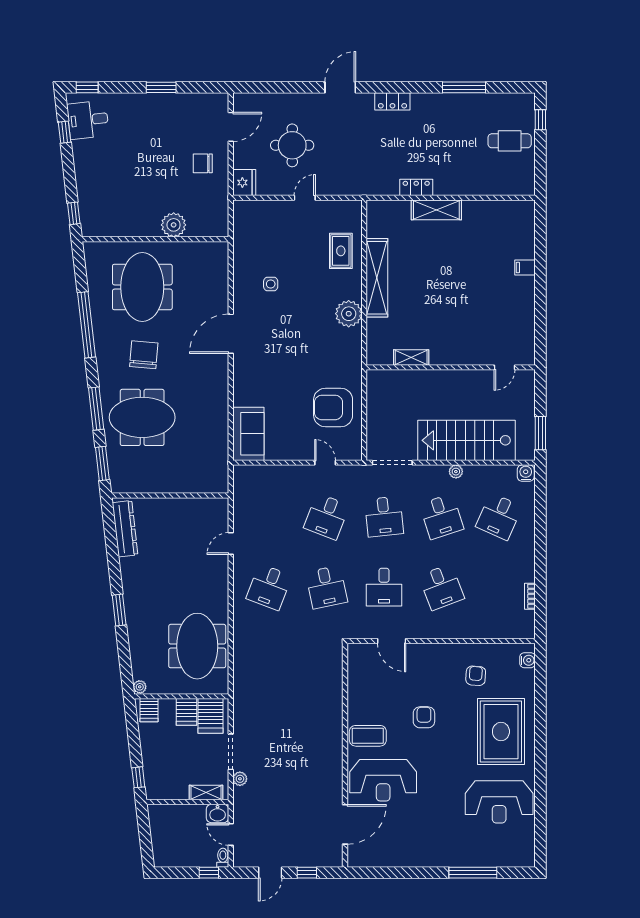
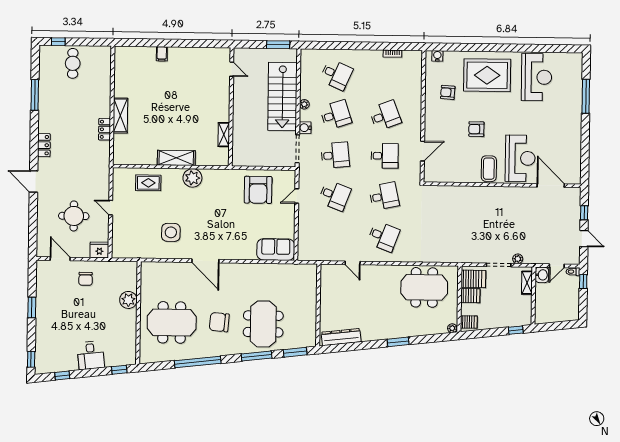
desk: (88, 120) -> (91, 355), moved
shelving: (377, 278) -> (176, 158), width x0.68
side table: (271, 284) -> (171, 232), width x1.87, depth x1.87
water cooler: (526, 473) -> (305, 128), moved

